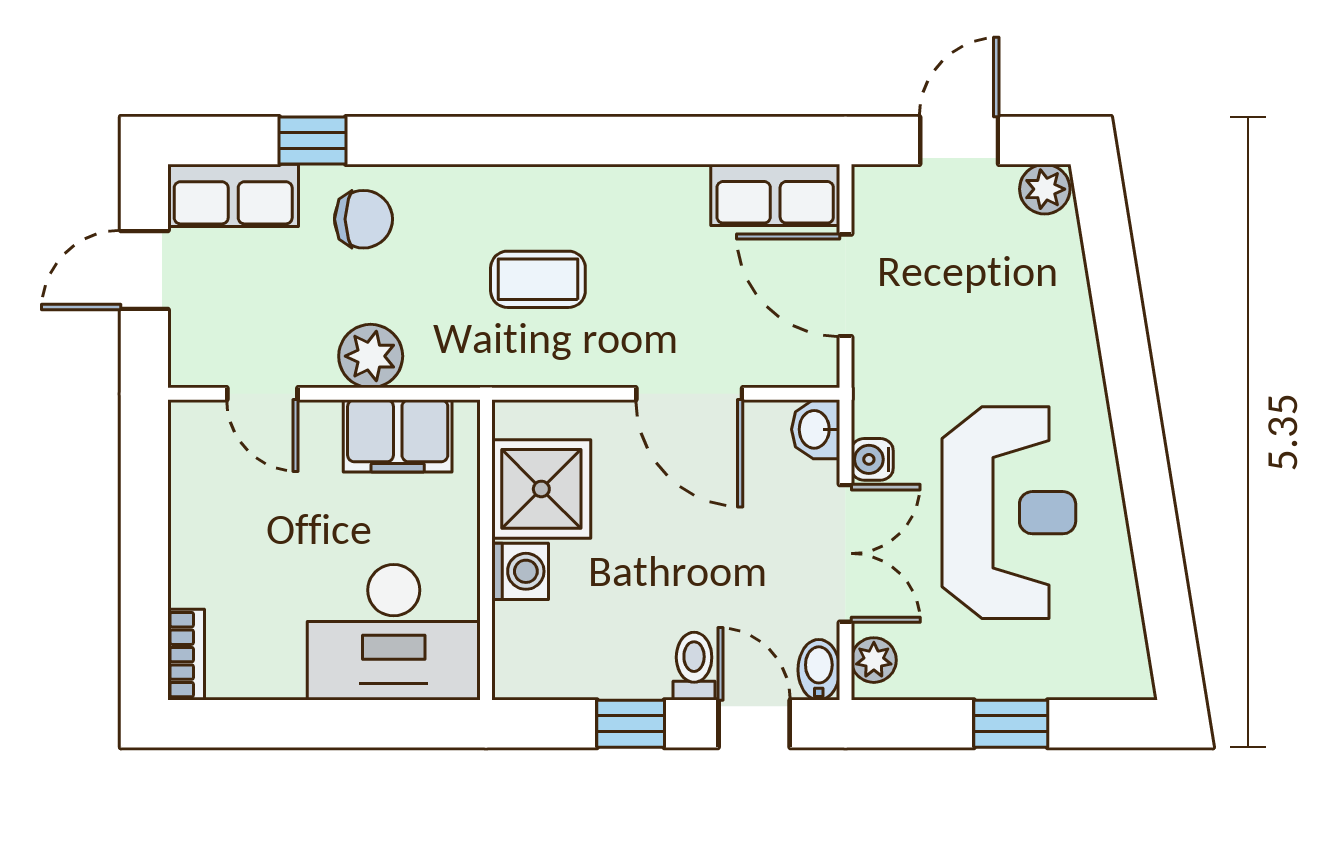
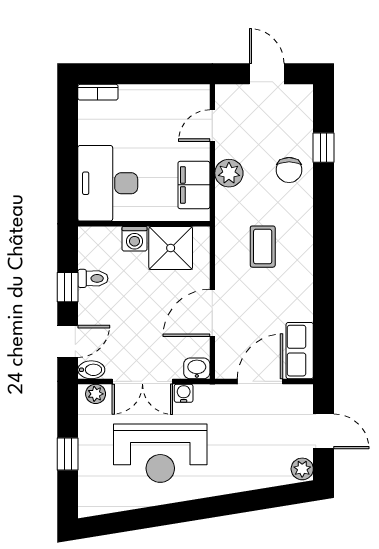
row of seats: (233, 195) -> (300, 113), removed
toilet: (694, 666) -> (93, 278), moved

